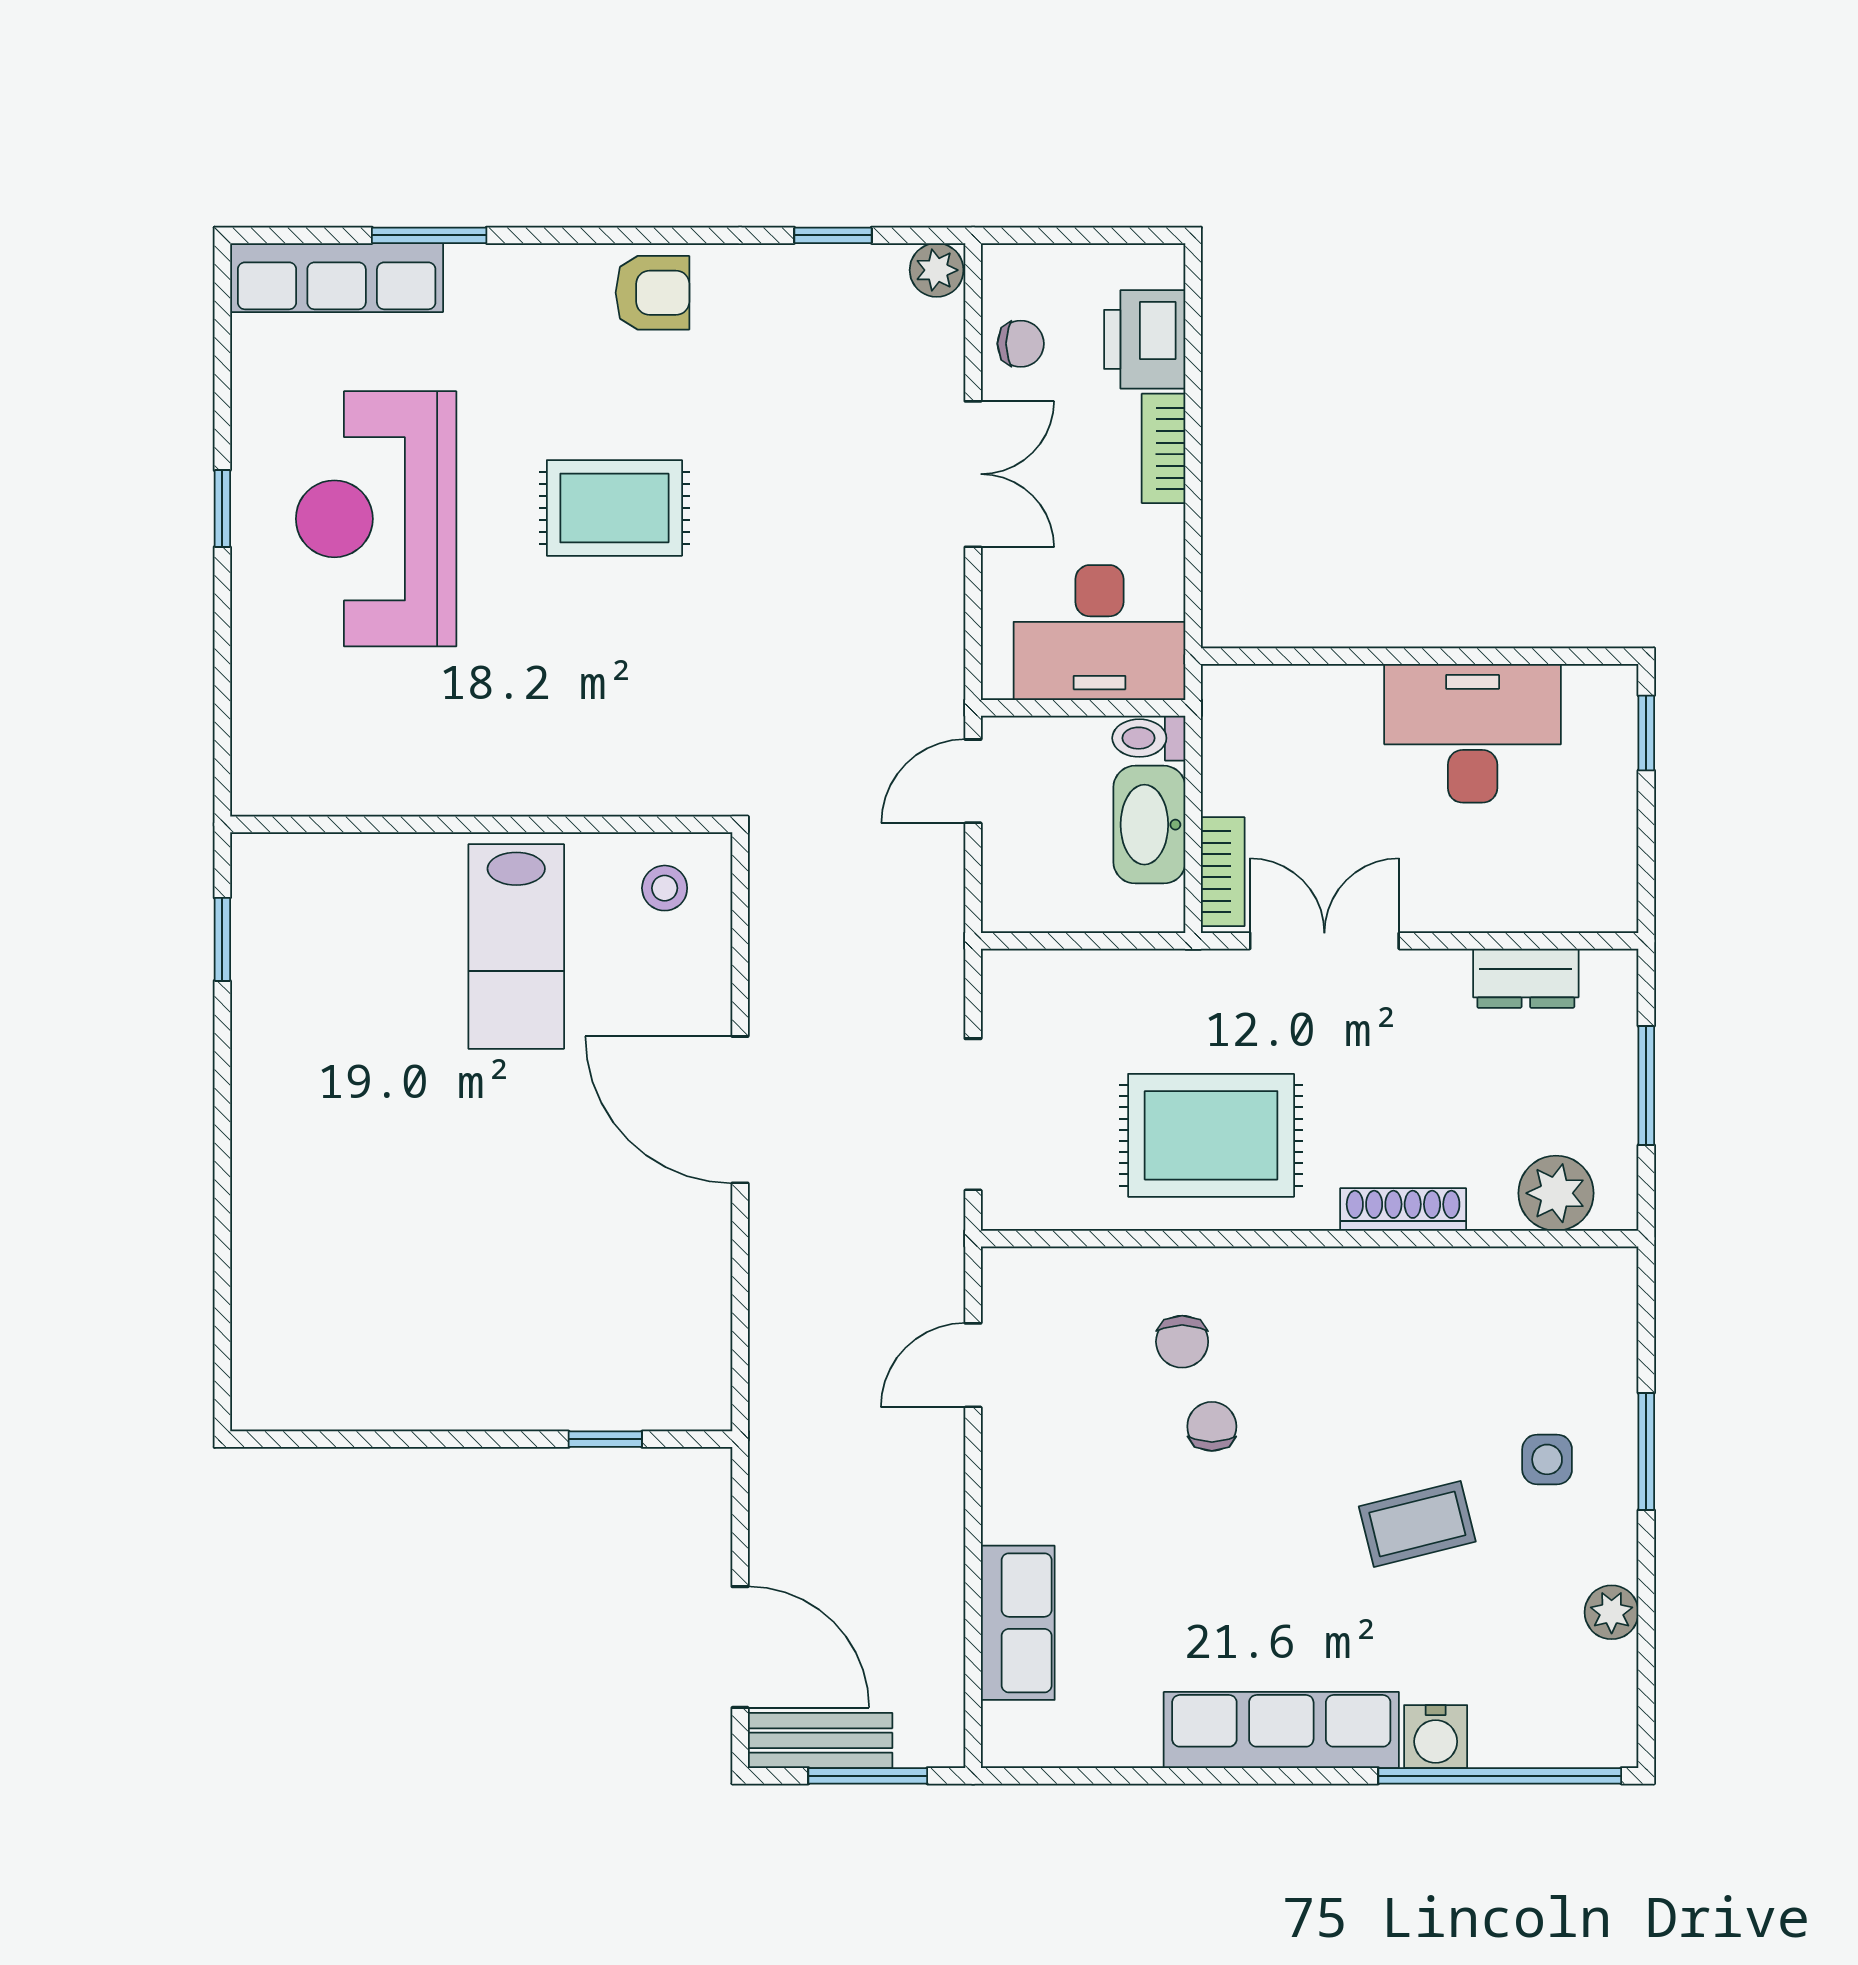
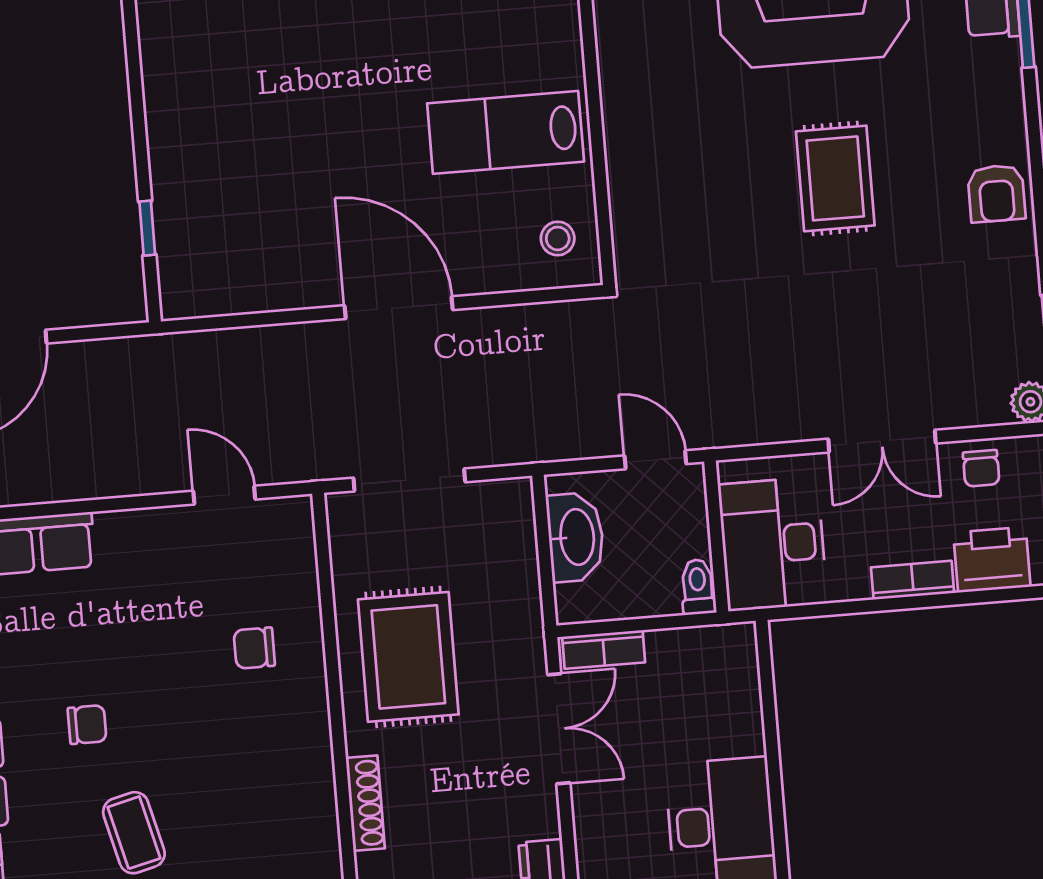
washbasin: (1149, 825) -> (576, 537), moved, turned 90
door: (740, 1110) -> (399, 308), hinge flipped
chair: (1212, 1426) -> (87, 725), moved

